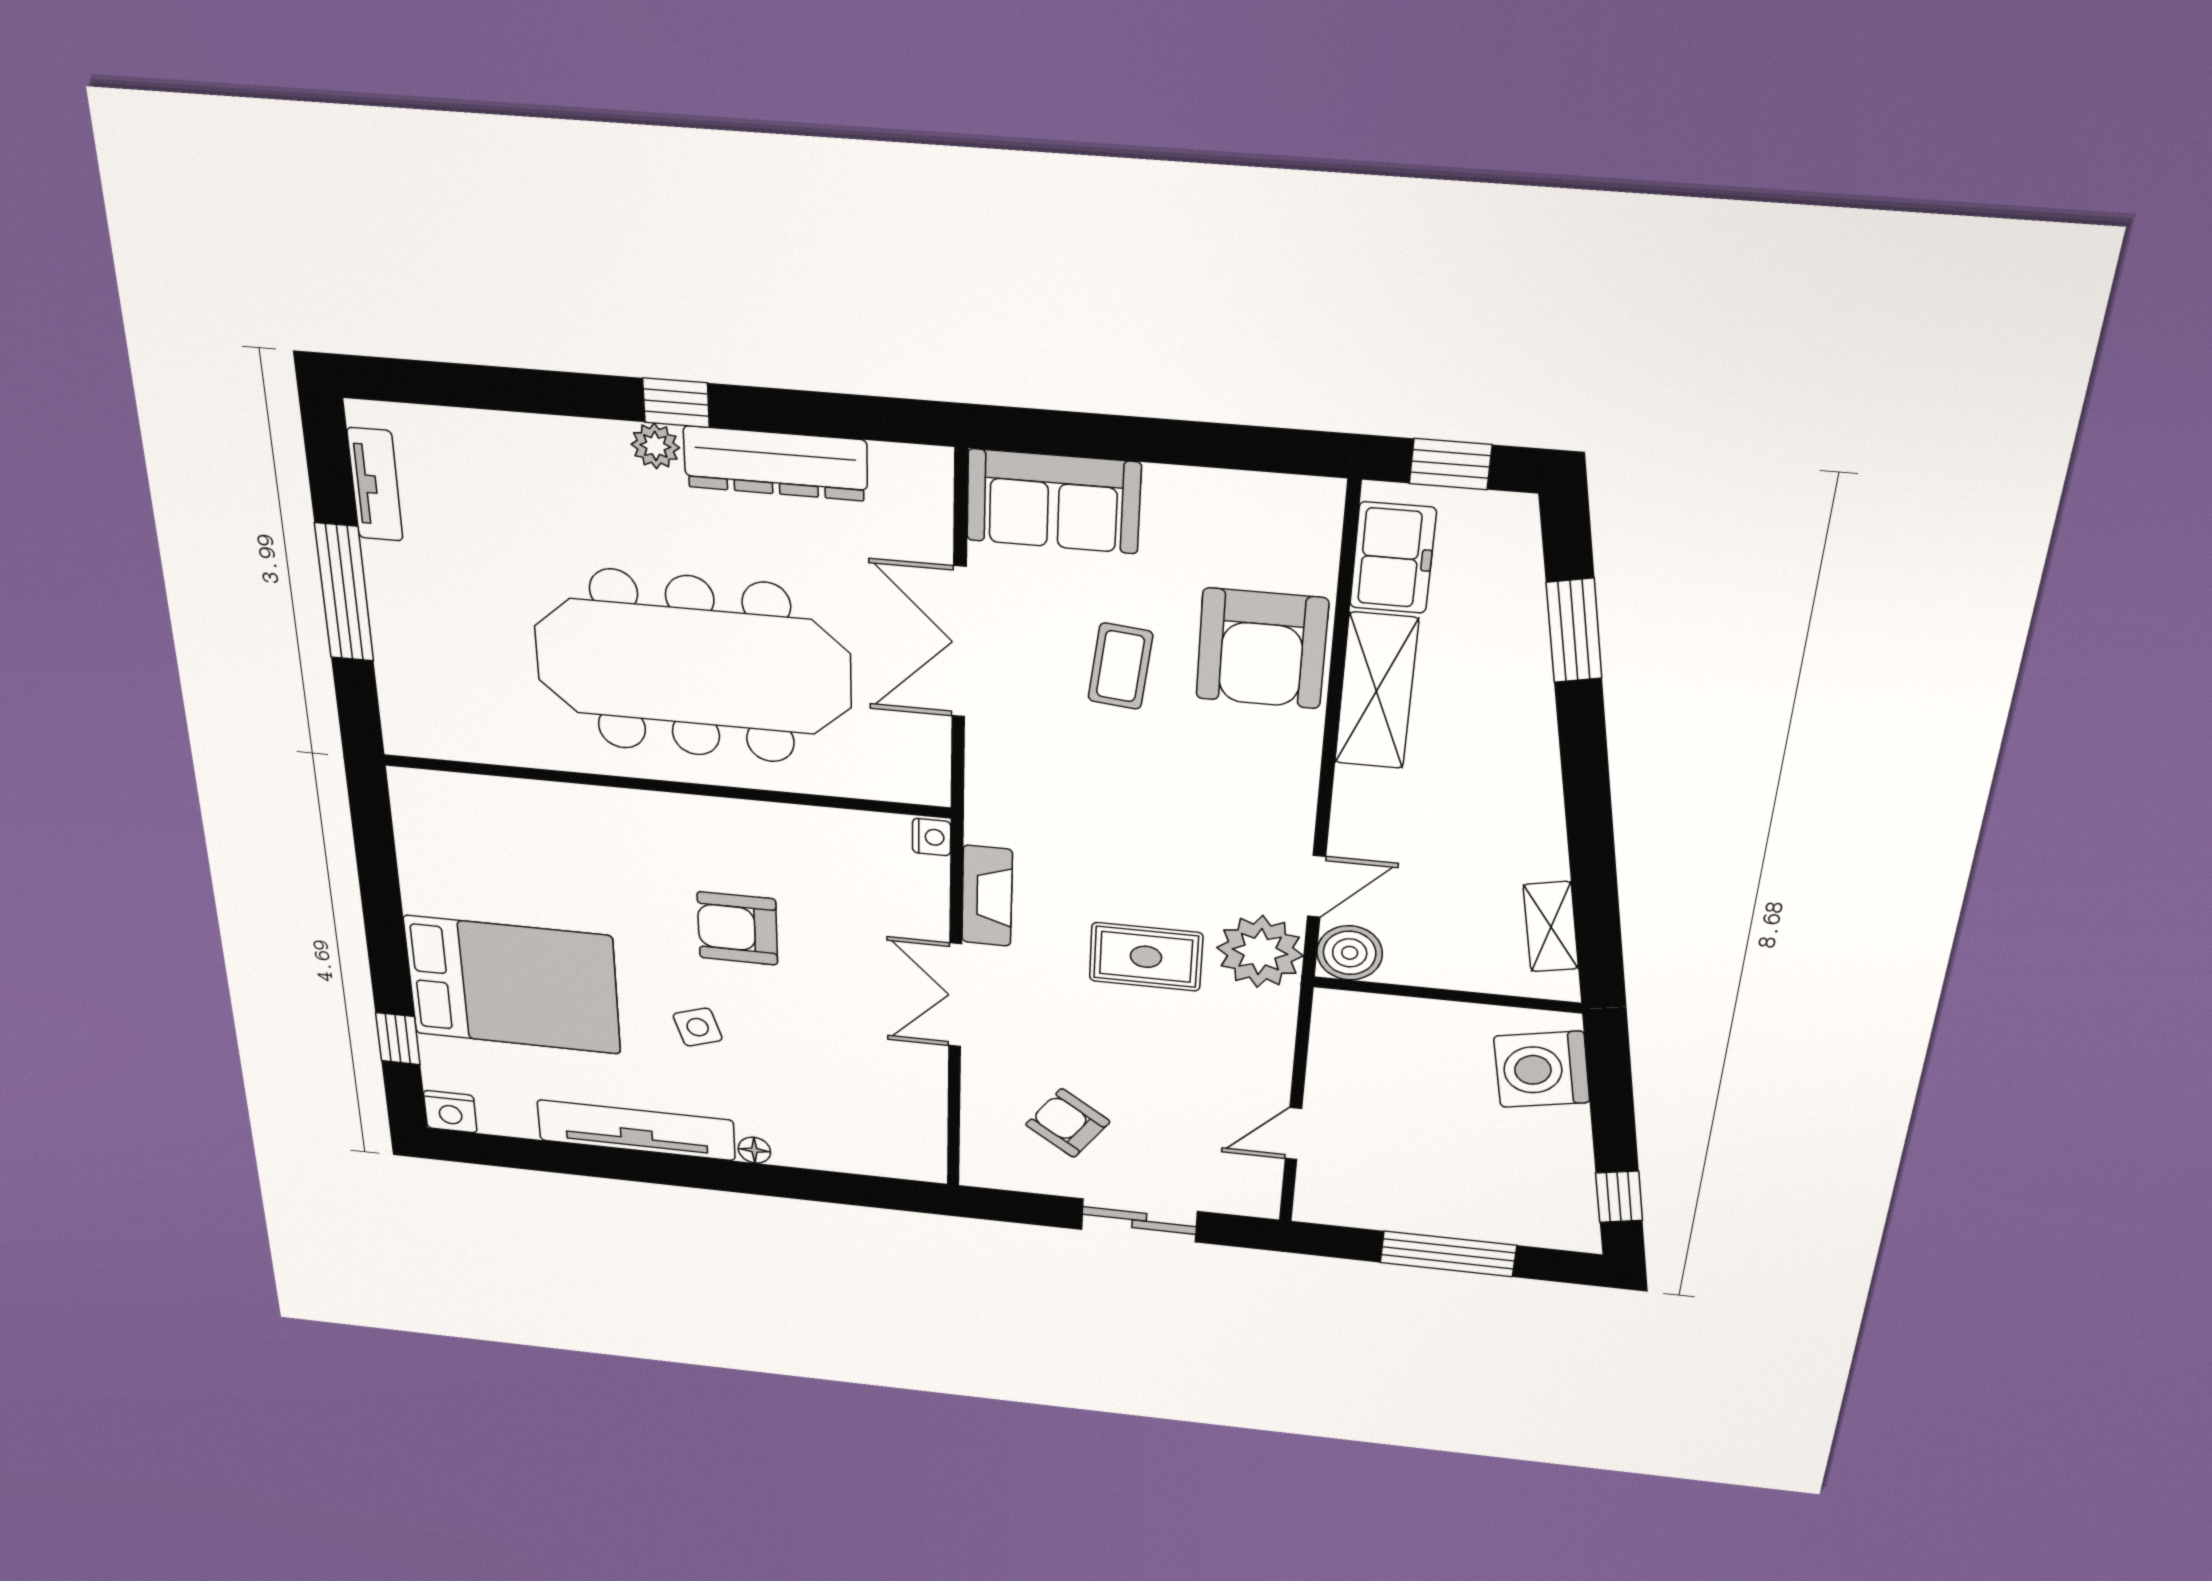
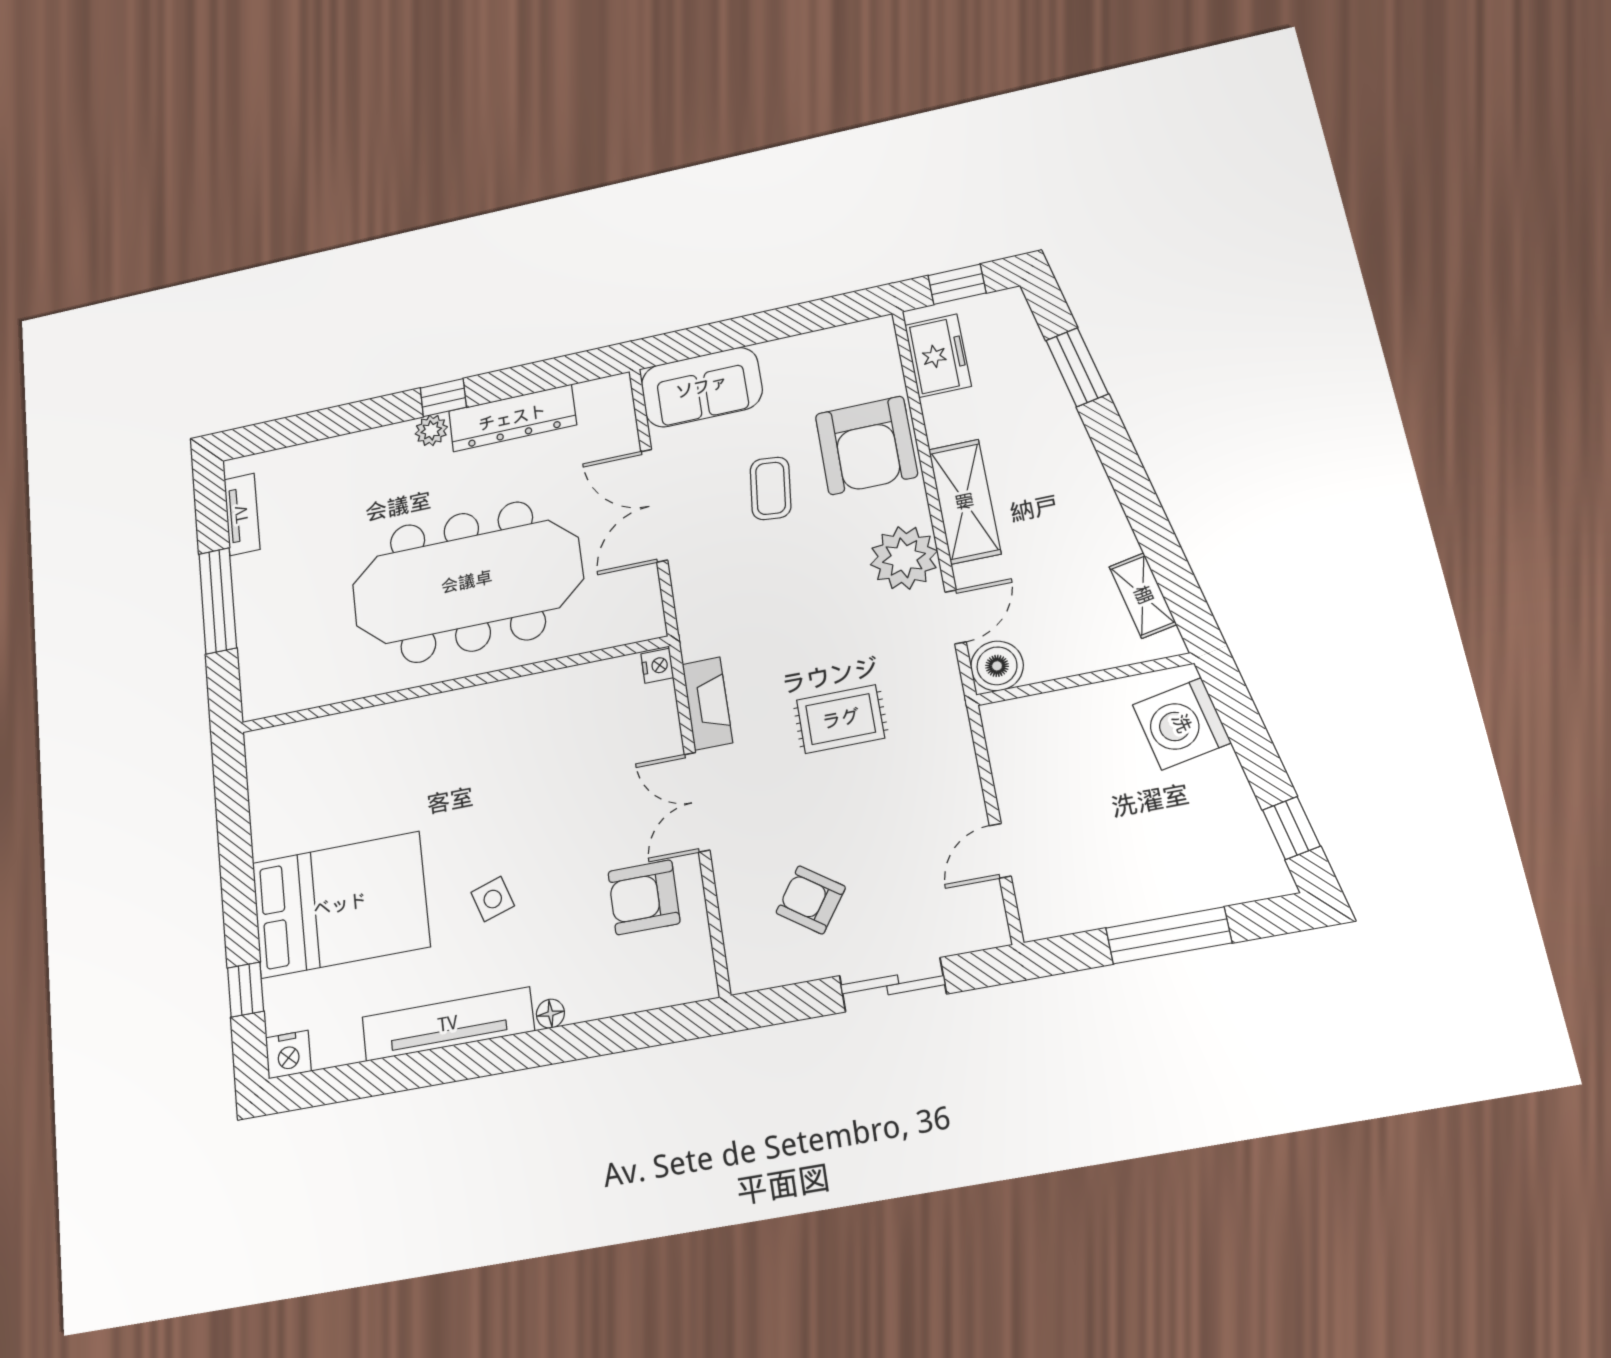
shelving: (1376, 691) -> (965, 501), moved
armchair: (737, 928) -> (644, 897), moved
plant: (1260, 952) -> (904, 558), moved

